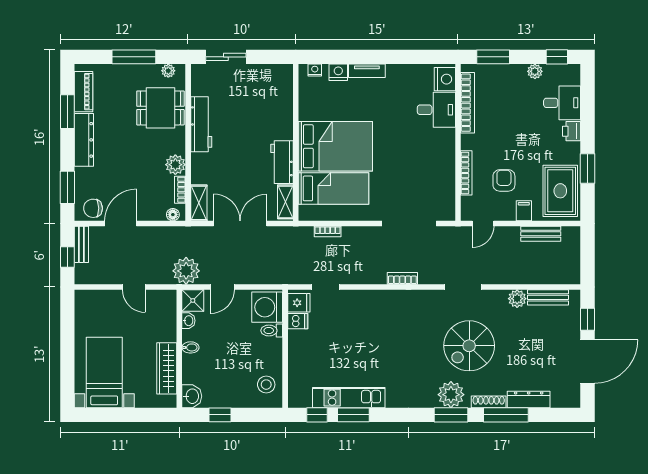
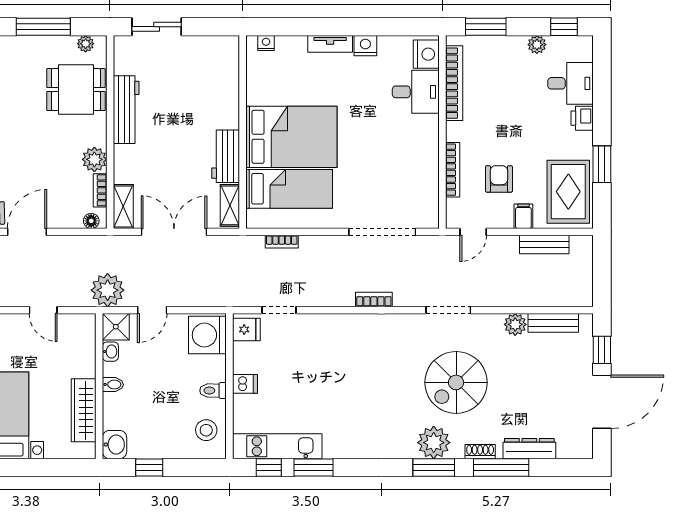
nightstand: (338, 72) -> (365, 46), moved
dishwasher: (298, 321) -> (245, 384), moved
toilet: (272, 331) -> (213, 391), moved
kitchen unit: (349, 398) -> (277, 446), moved
shoe rack: (489, 402) -> (480, 452), width x0.70

